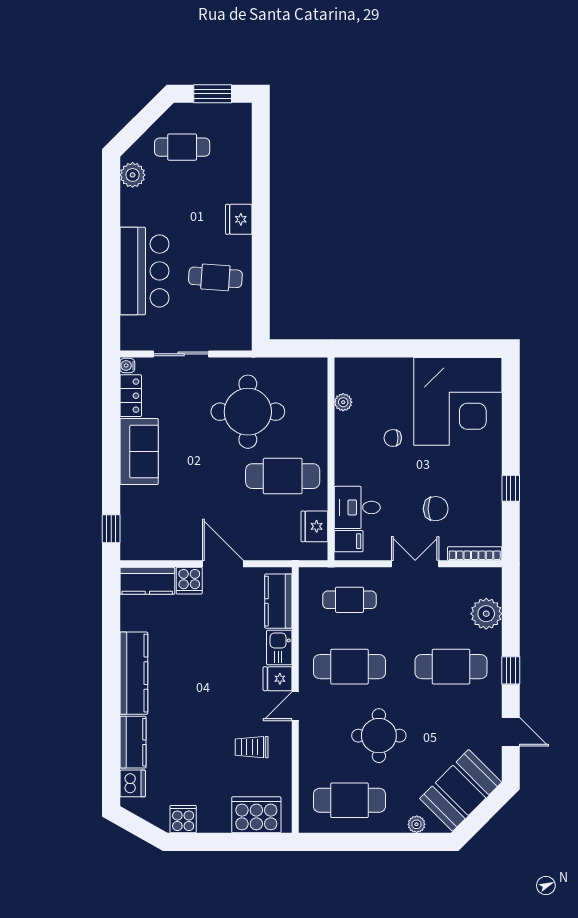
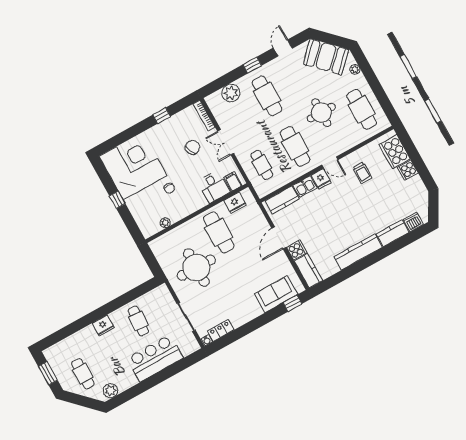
window: (419, 348) -> (117, 200), added
sofa: (139, 452) -> (276, 294), moved
chair: (436, 509) -> (193, 147), turned 64
cooker: (183, 819) -> (408, 170), moved

